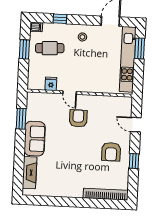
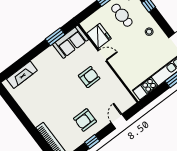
fridge: (51, 84) -> (99, 36), width x1.88, depth x1.34
door: (70, 93) -> (102, 56), swing flipped
sofa: (35, 139) -> (71, 42), moved

